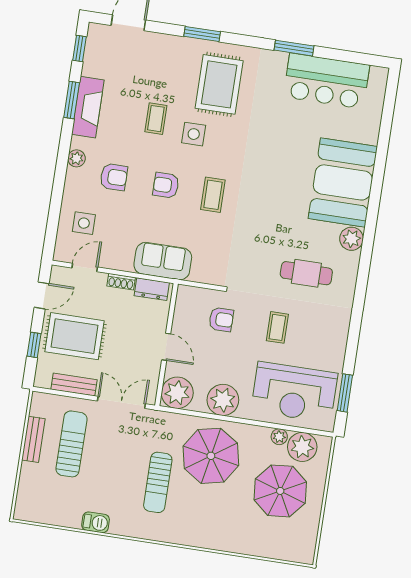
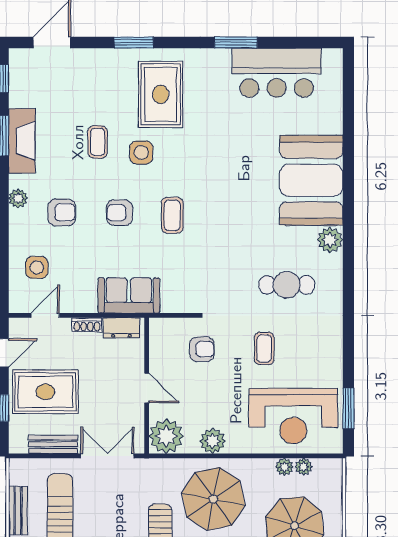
plant: (223, 400) -> (213, 441), width x0.73, depth x0.73
plant: (302, 447) -> (304, 467), width x0.53, depth x0.53

